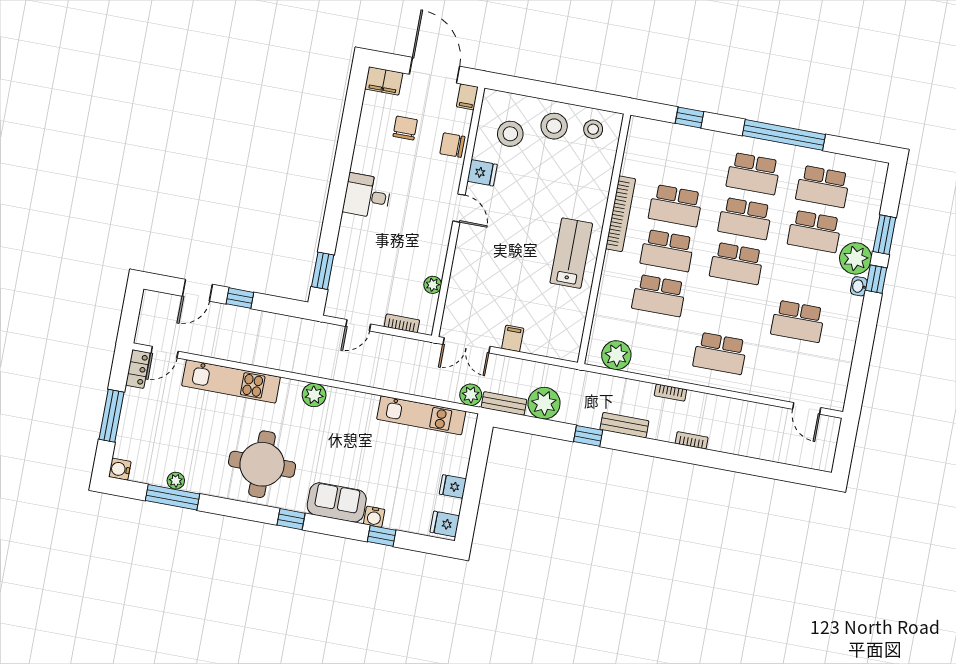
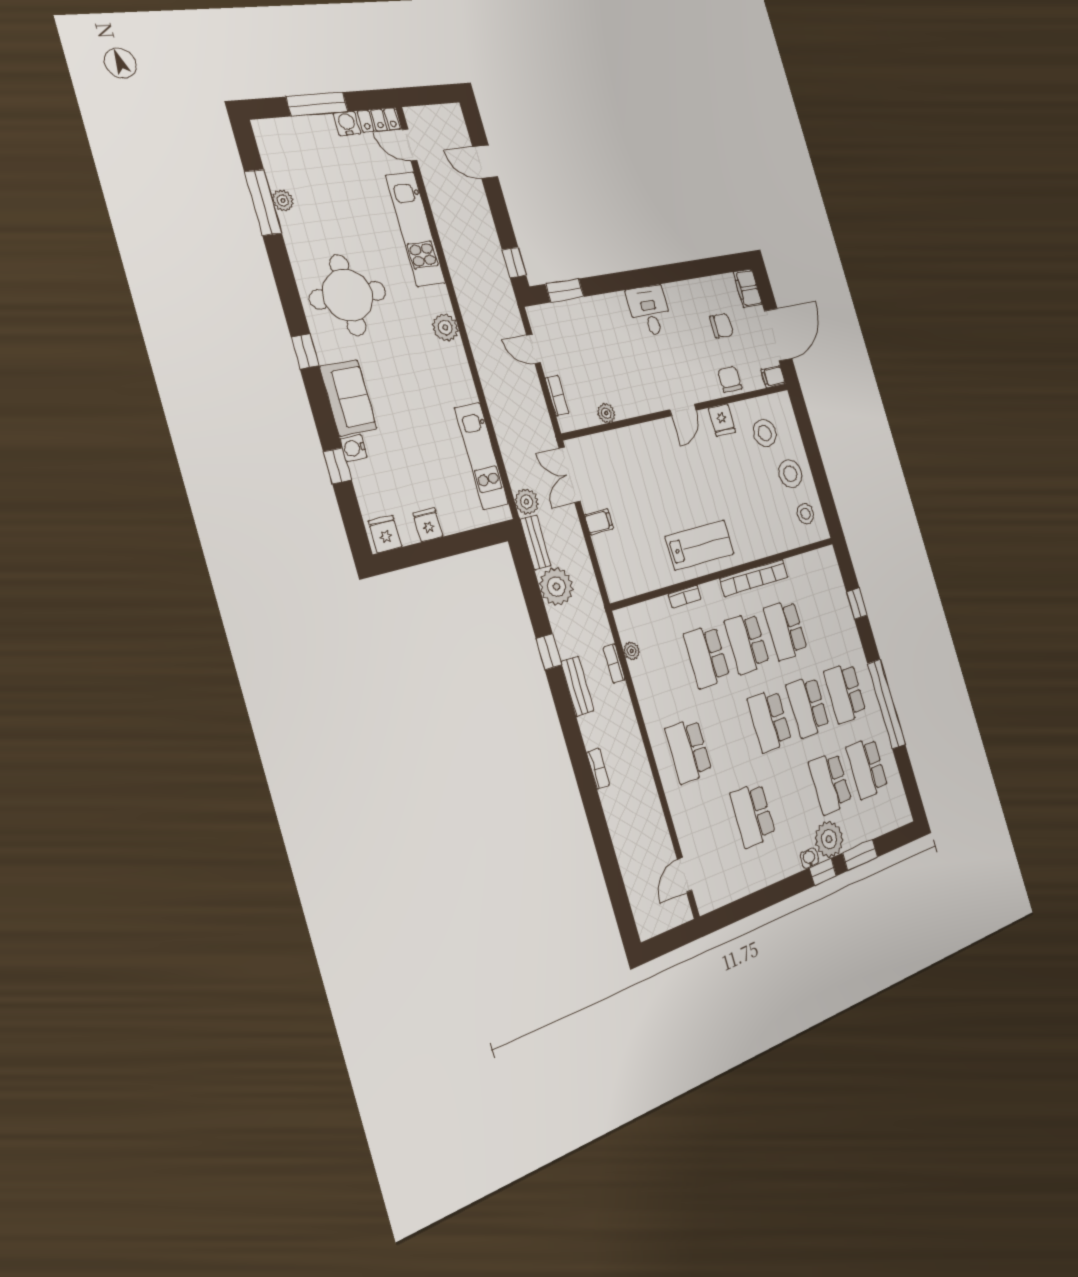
bookcase: (604, 290) -> (685, 597), added
window: (240, 298) -> (514, 262), moved
plant: (616, 355) -> (632, 651), width x0.53, depth x0.53
bookcase: (670, 393) -> (614, 664), moved
water cooler: (120, 469) -> (347, 123), moved

